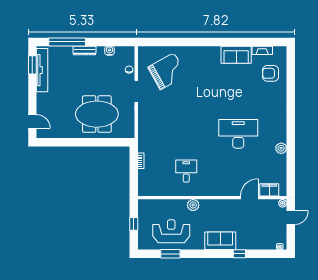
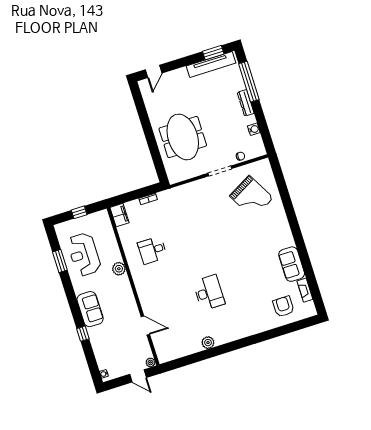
desk: (238, 134) -> (209, 293), width x0.73, depth x0.77
desk: (186, 171) -> (152, 250), turned 180
filing cabinet: (269, 190) -> (120, 215), moved
reception desk: (171, 231) -> (84, 254), turned 180

